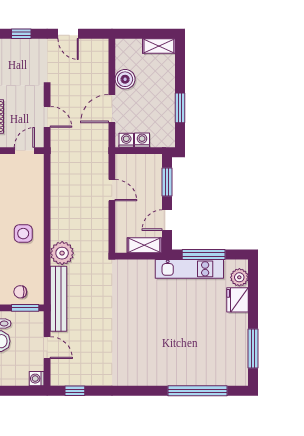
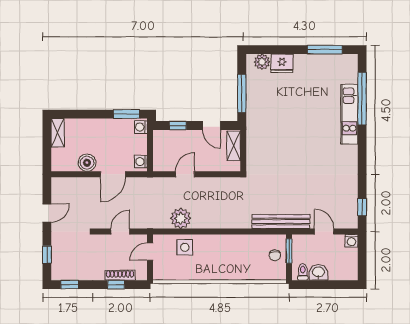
window: (180, 108) -> (127, 114), moved
door: (112, 109) -> (113, 174), hinge flipped
washing machine: (142, 140) -> (141, 127), moved
door: (24, 151) -> (150, 252), hinge flipped
window: (167, 182) -> (178, 126), width x0.67
side table: (23, 234) -> (185, 247), moved
plant: (62, 253) -> (181, 218), moved
kitchen unit: (189, 269) -> (349, 114), moved, turned 180
door: (47, 348) -> (324, 232), hinge flipped

